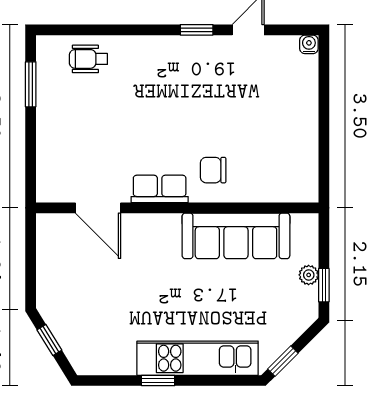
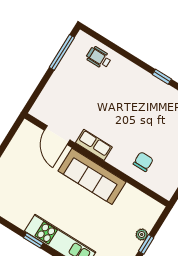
window: (31, 84) -> (62, 52), width x1.44
chair: (213, 170) -> (143, 162), moved, turned 90
sofa: (236, 236) -> (92, 176), moved

